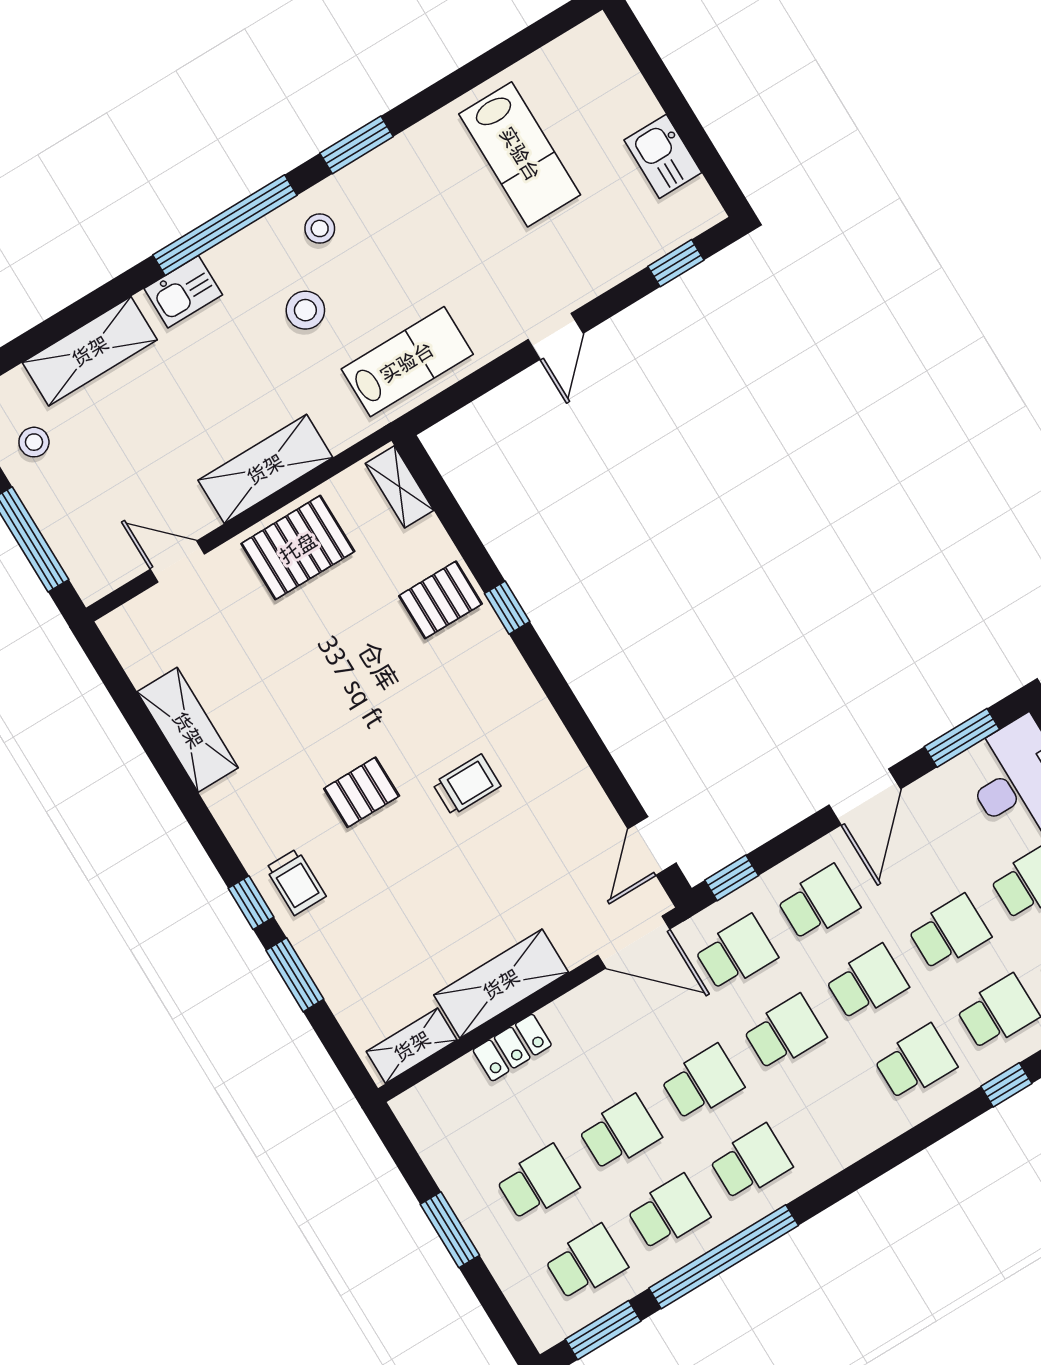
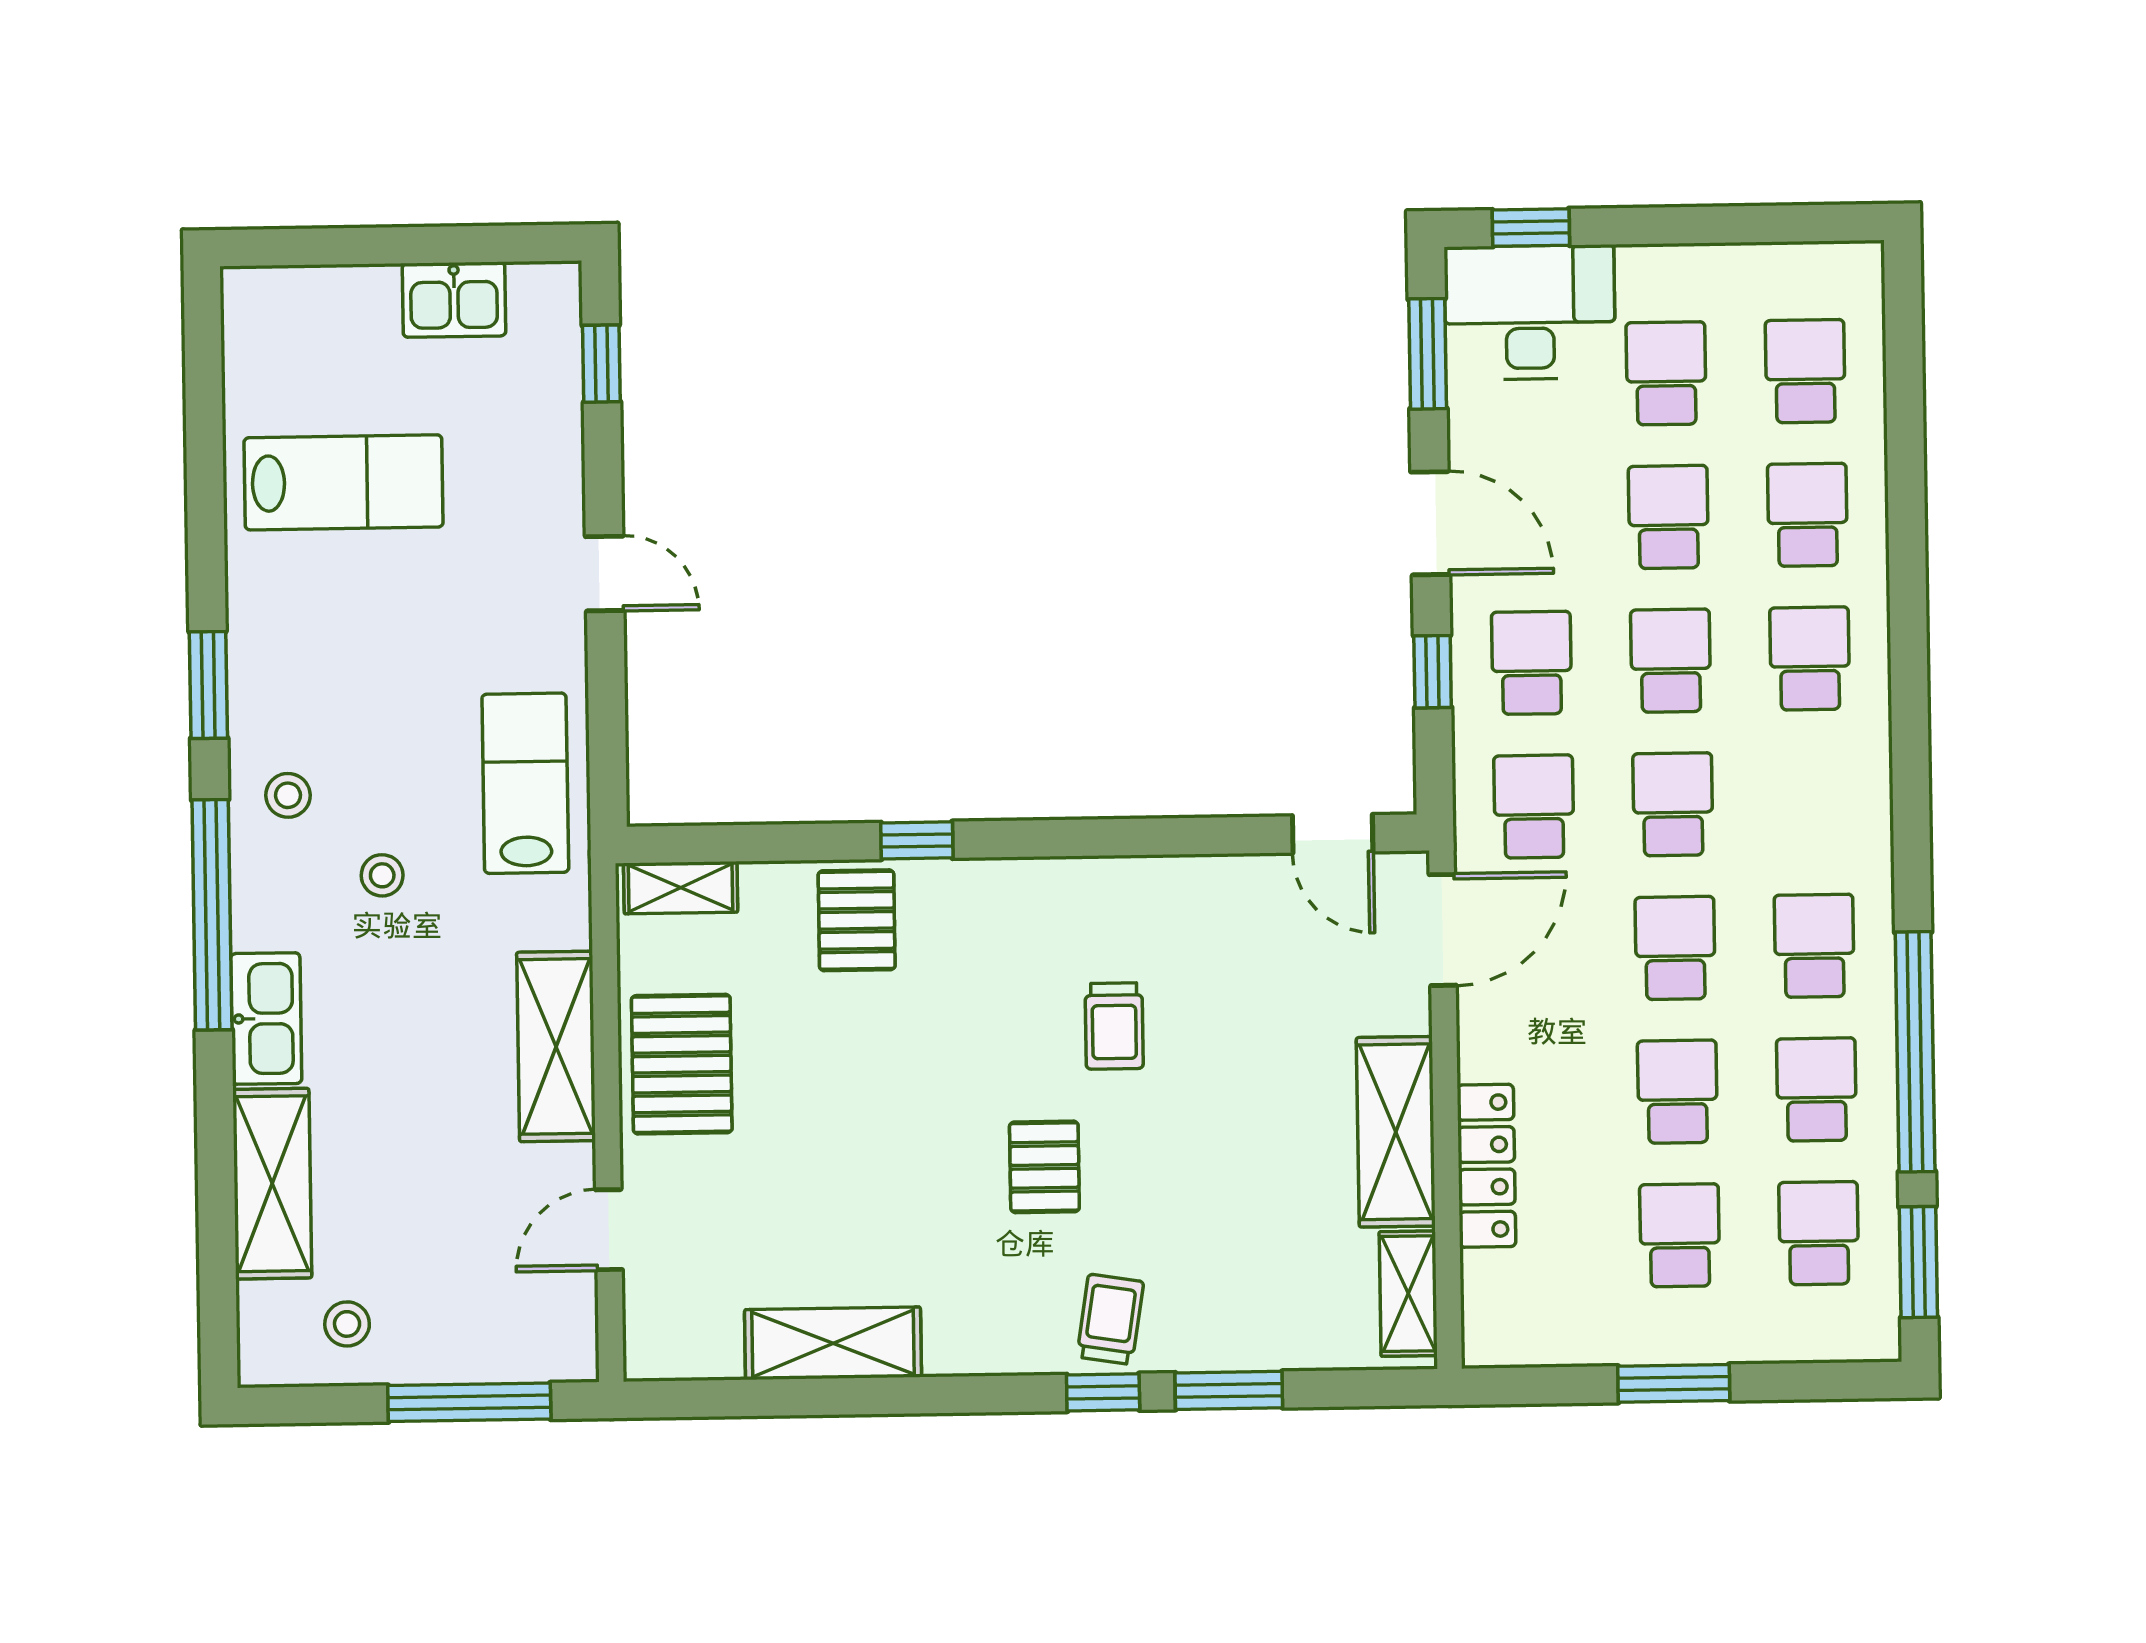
kitchen sink: (183, 292) -> (266, 1019), width x1.38
stool: (305, 310) -> (382, 875), width x0.73, depth x0.73
trolley: (467, 785) -> (1114, 1026), turned 180
window: (732, 878) -> (1433, 672), moved
trolley: (296, 882) -> (1110, 1319), turned -81
locker: (512, 1048) -> (1486, 1166), width x1.53
window: (1006, 1085) -> (1907, 559), removed

